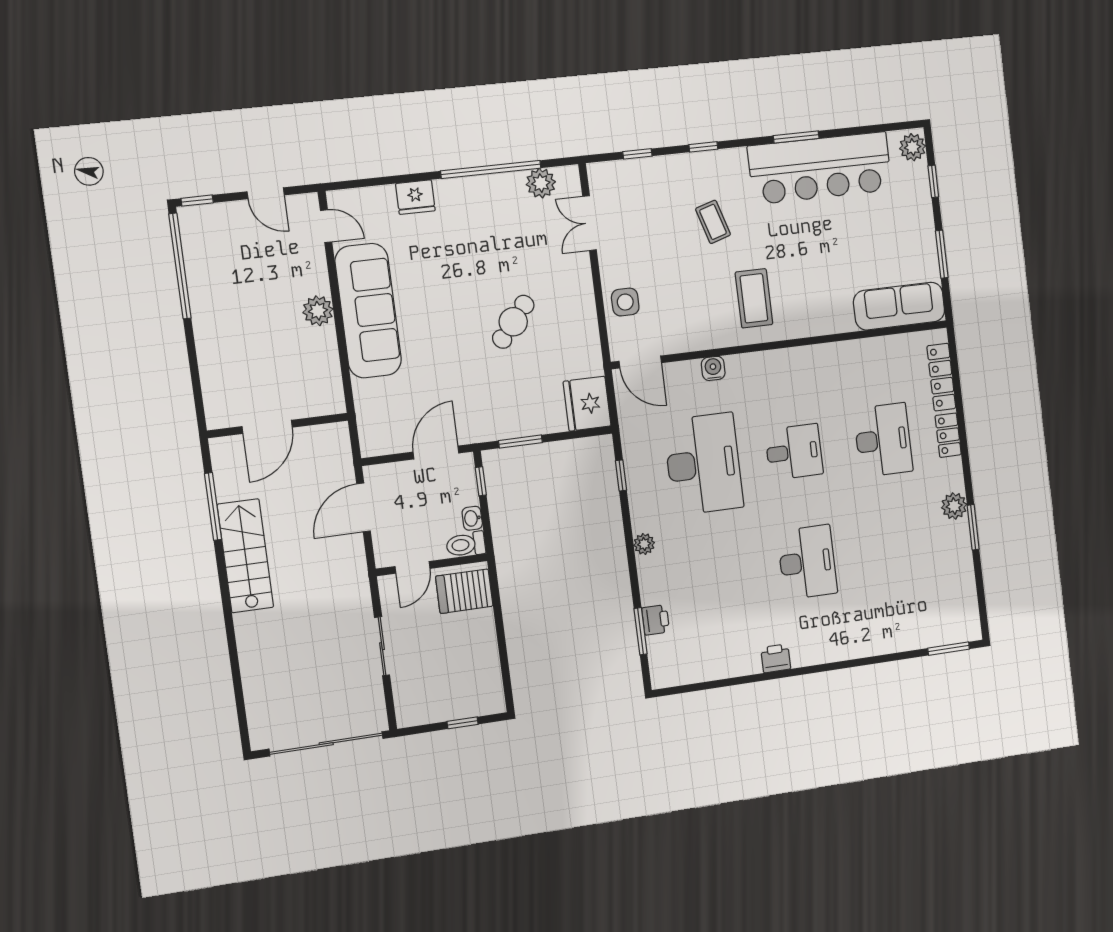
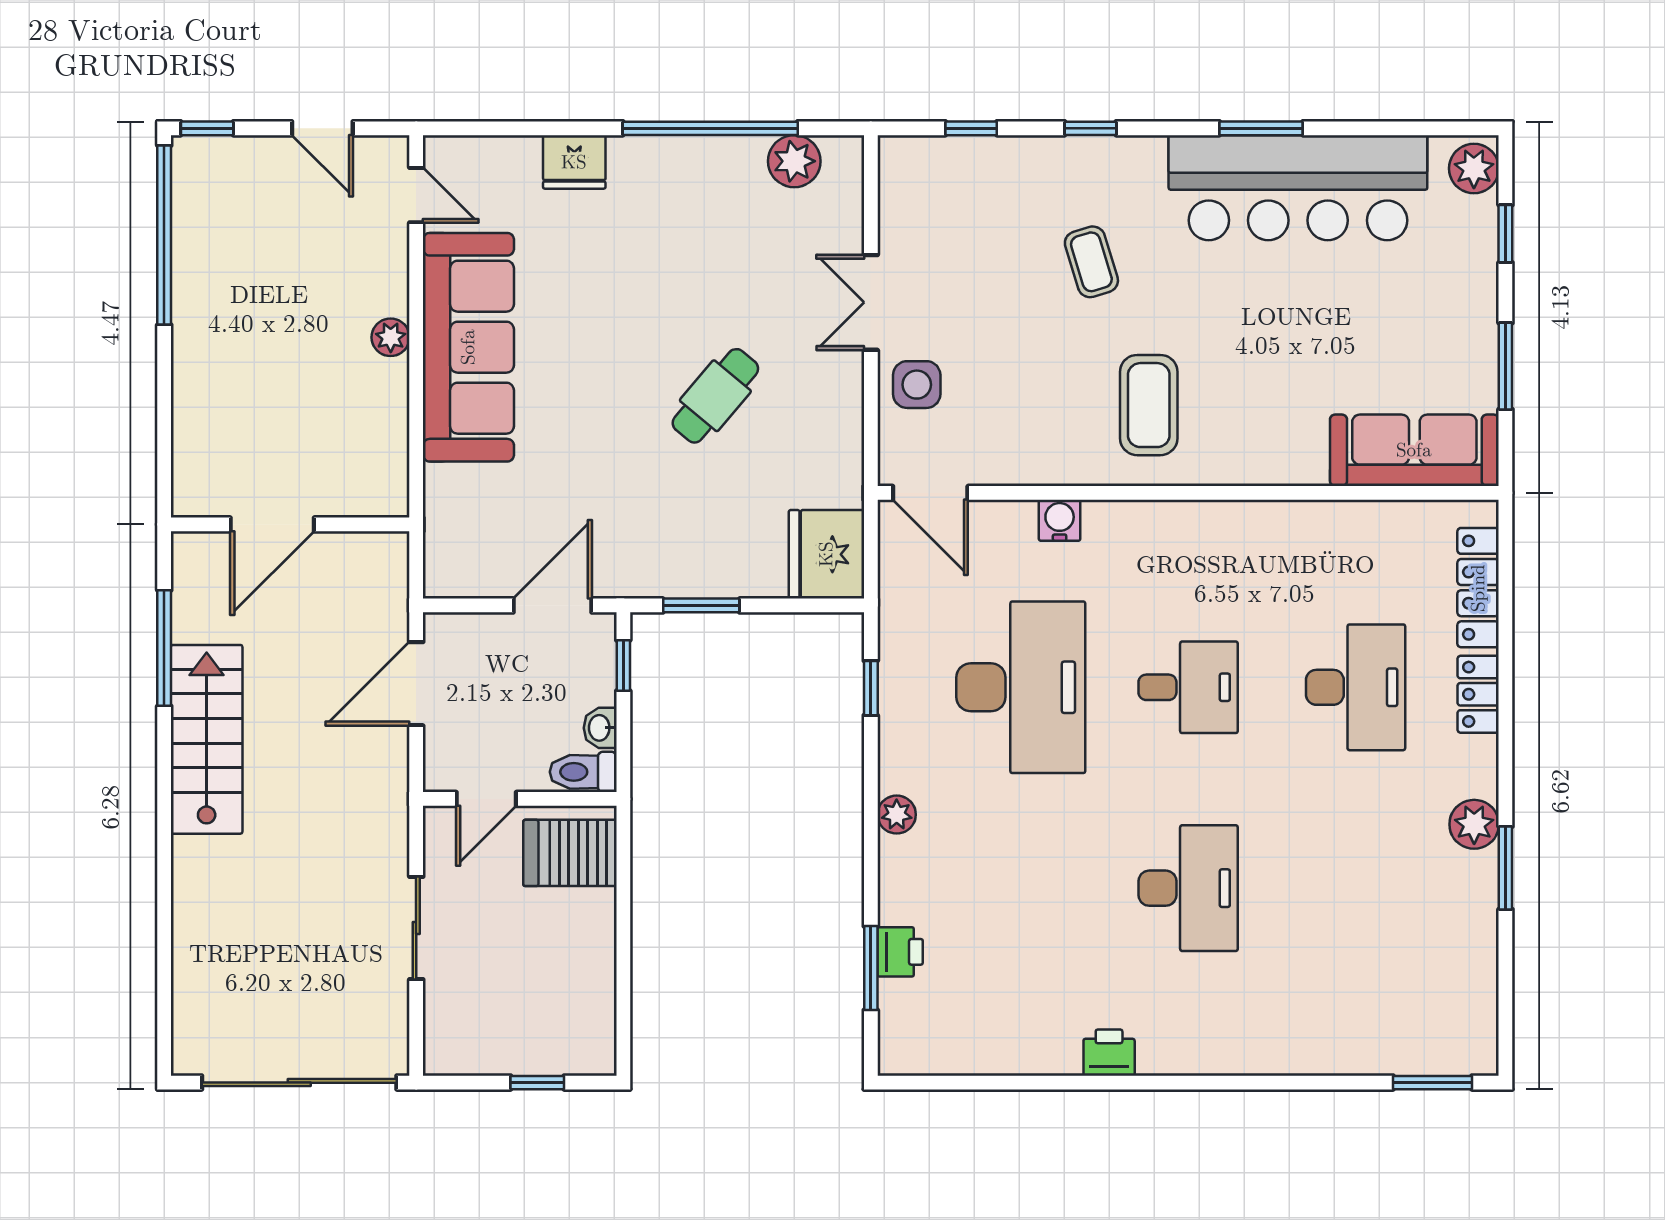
double door: (589, 223) -> (871, 302), moved
plant: (318, 311) -> (391, 337), width x0.73, depth x0.73

